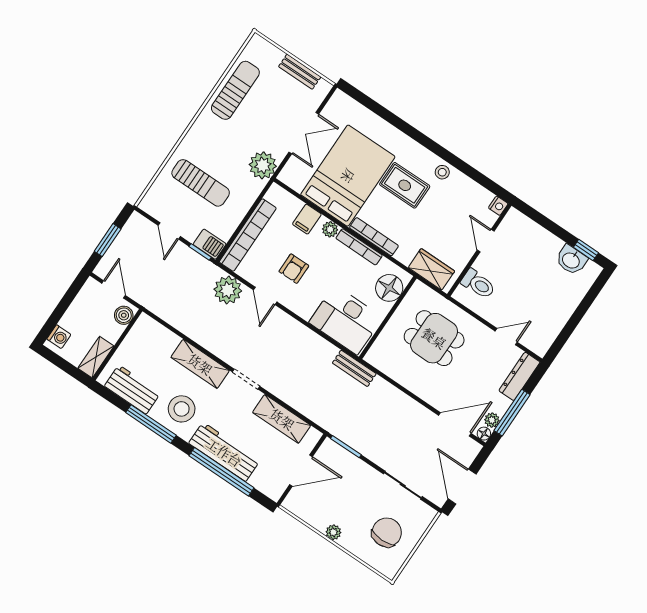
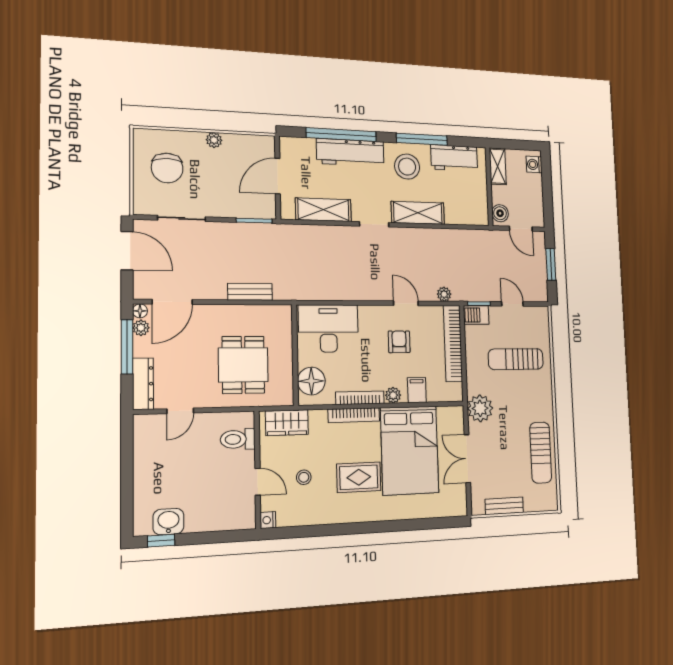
stool: (442, 172) -> (304, 477), moved
plant: (228, 290) -> (444, 294), width x0.53, depth x0.53
dining table: (434, 338) -> (243, 365), turned 90
bench: (354, 368) -> (250, 292), moved

